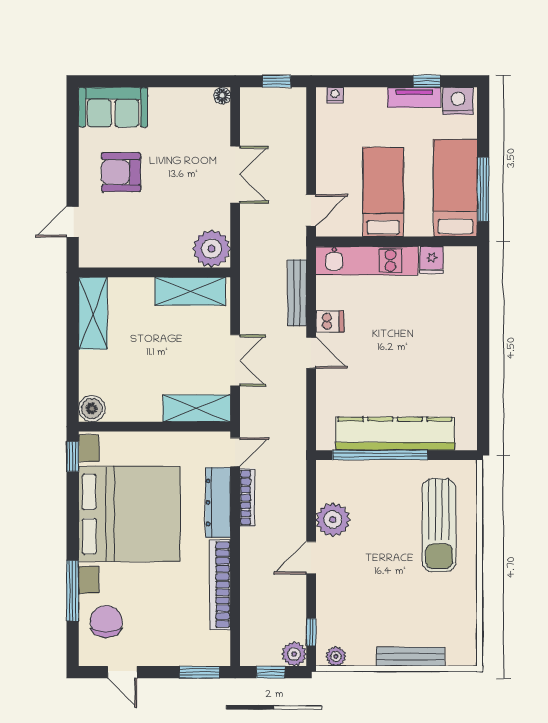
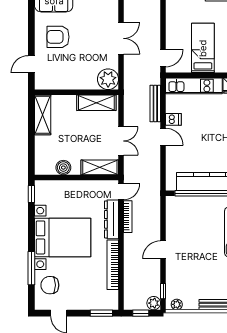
boiler: (92, 409) -> (63, 168), moved
bed with nightstands: (129, 514) -> (63, 237), width x0.73
plant: (333, 520) -> (175, 229), removed
chair: (106, 621) -> (50, 285), turned -90

